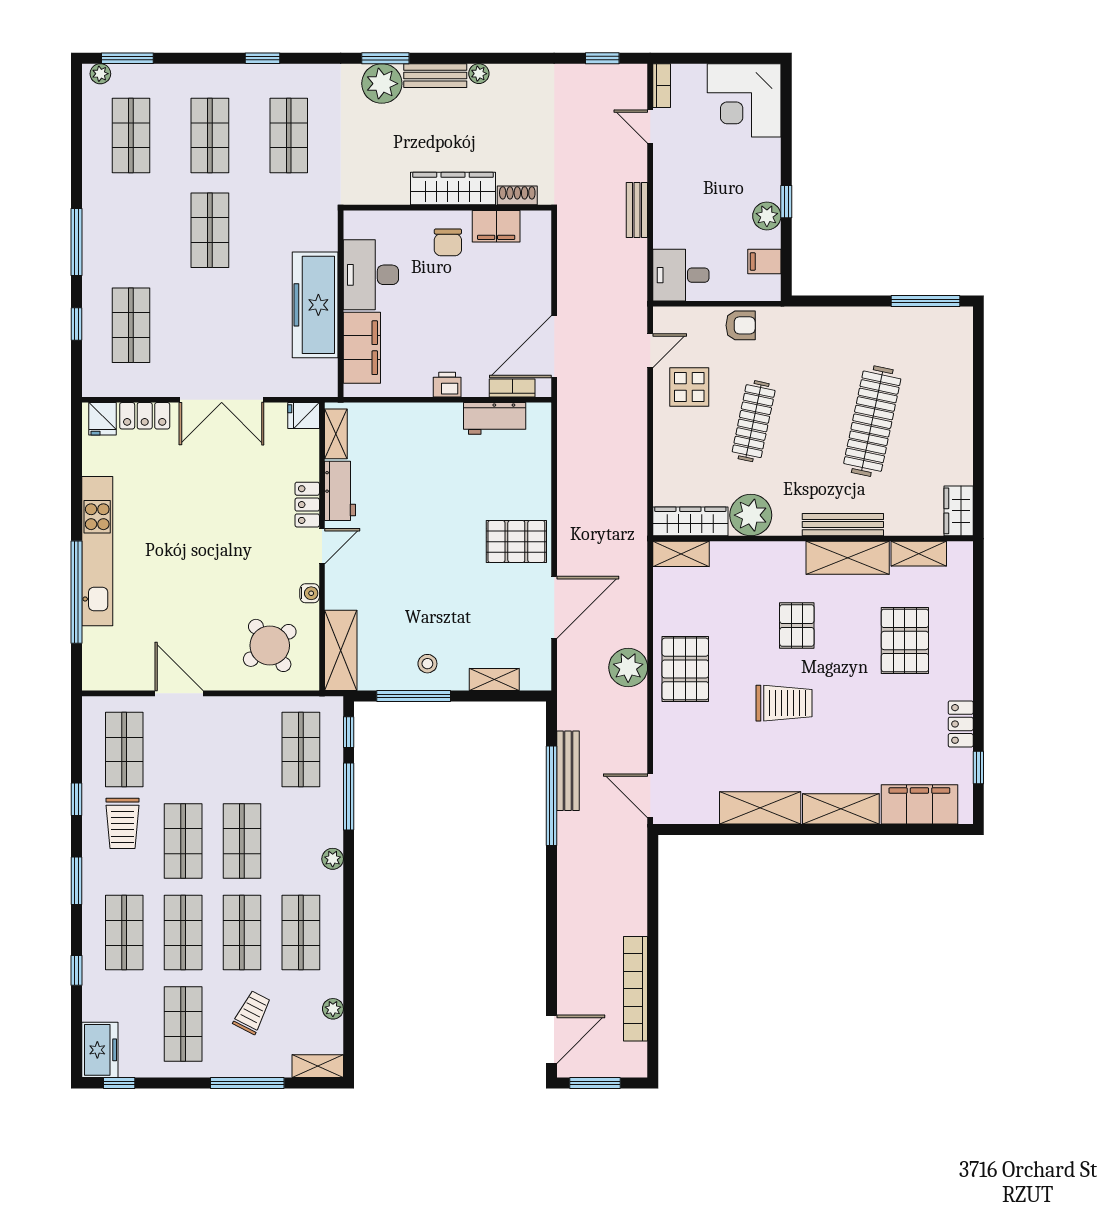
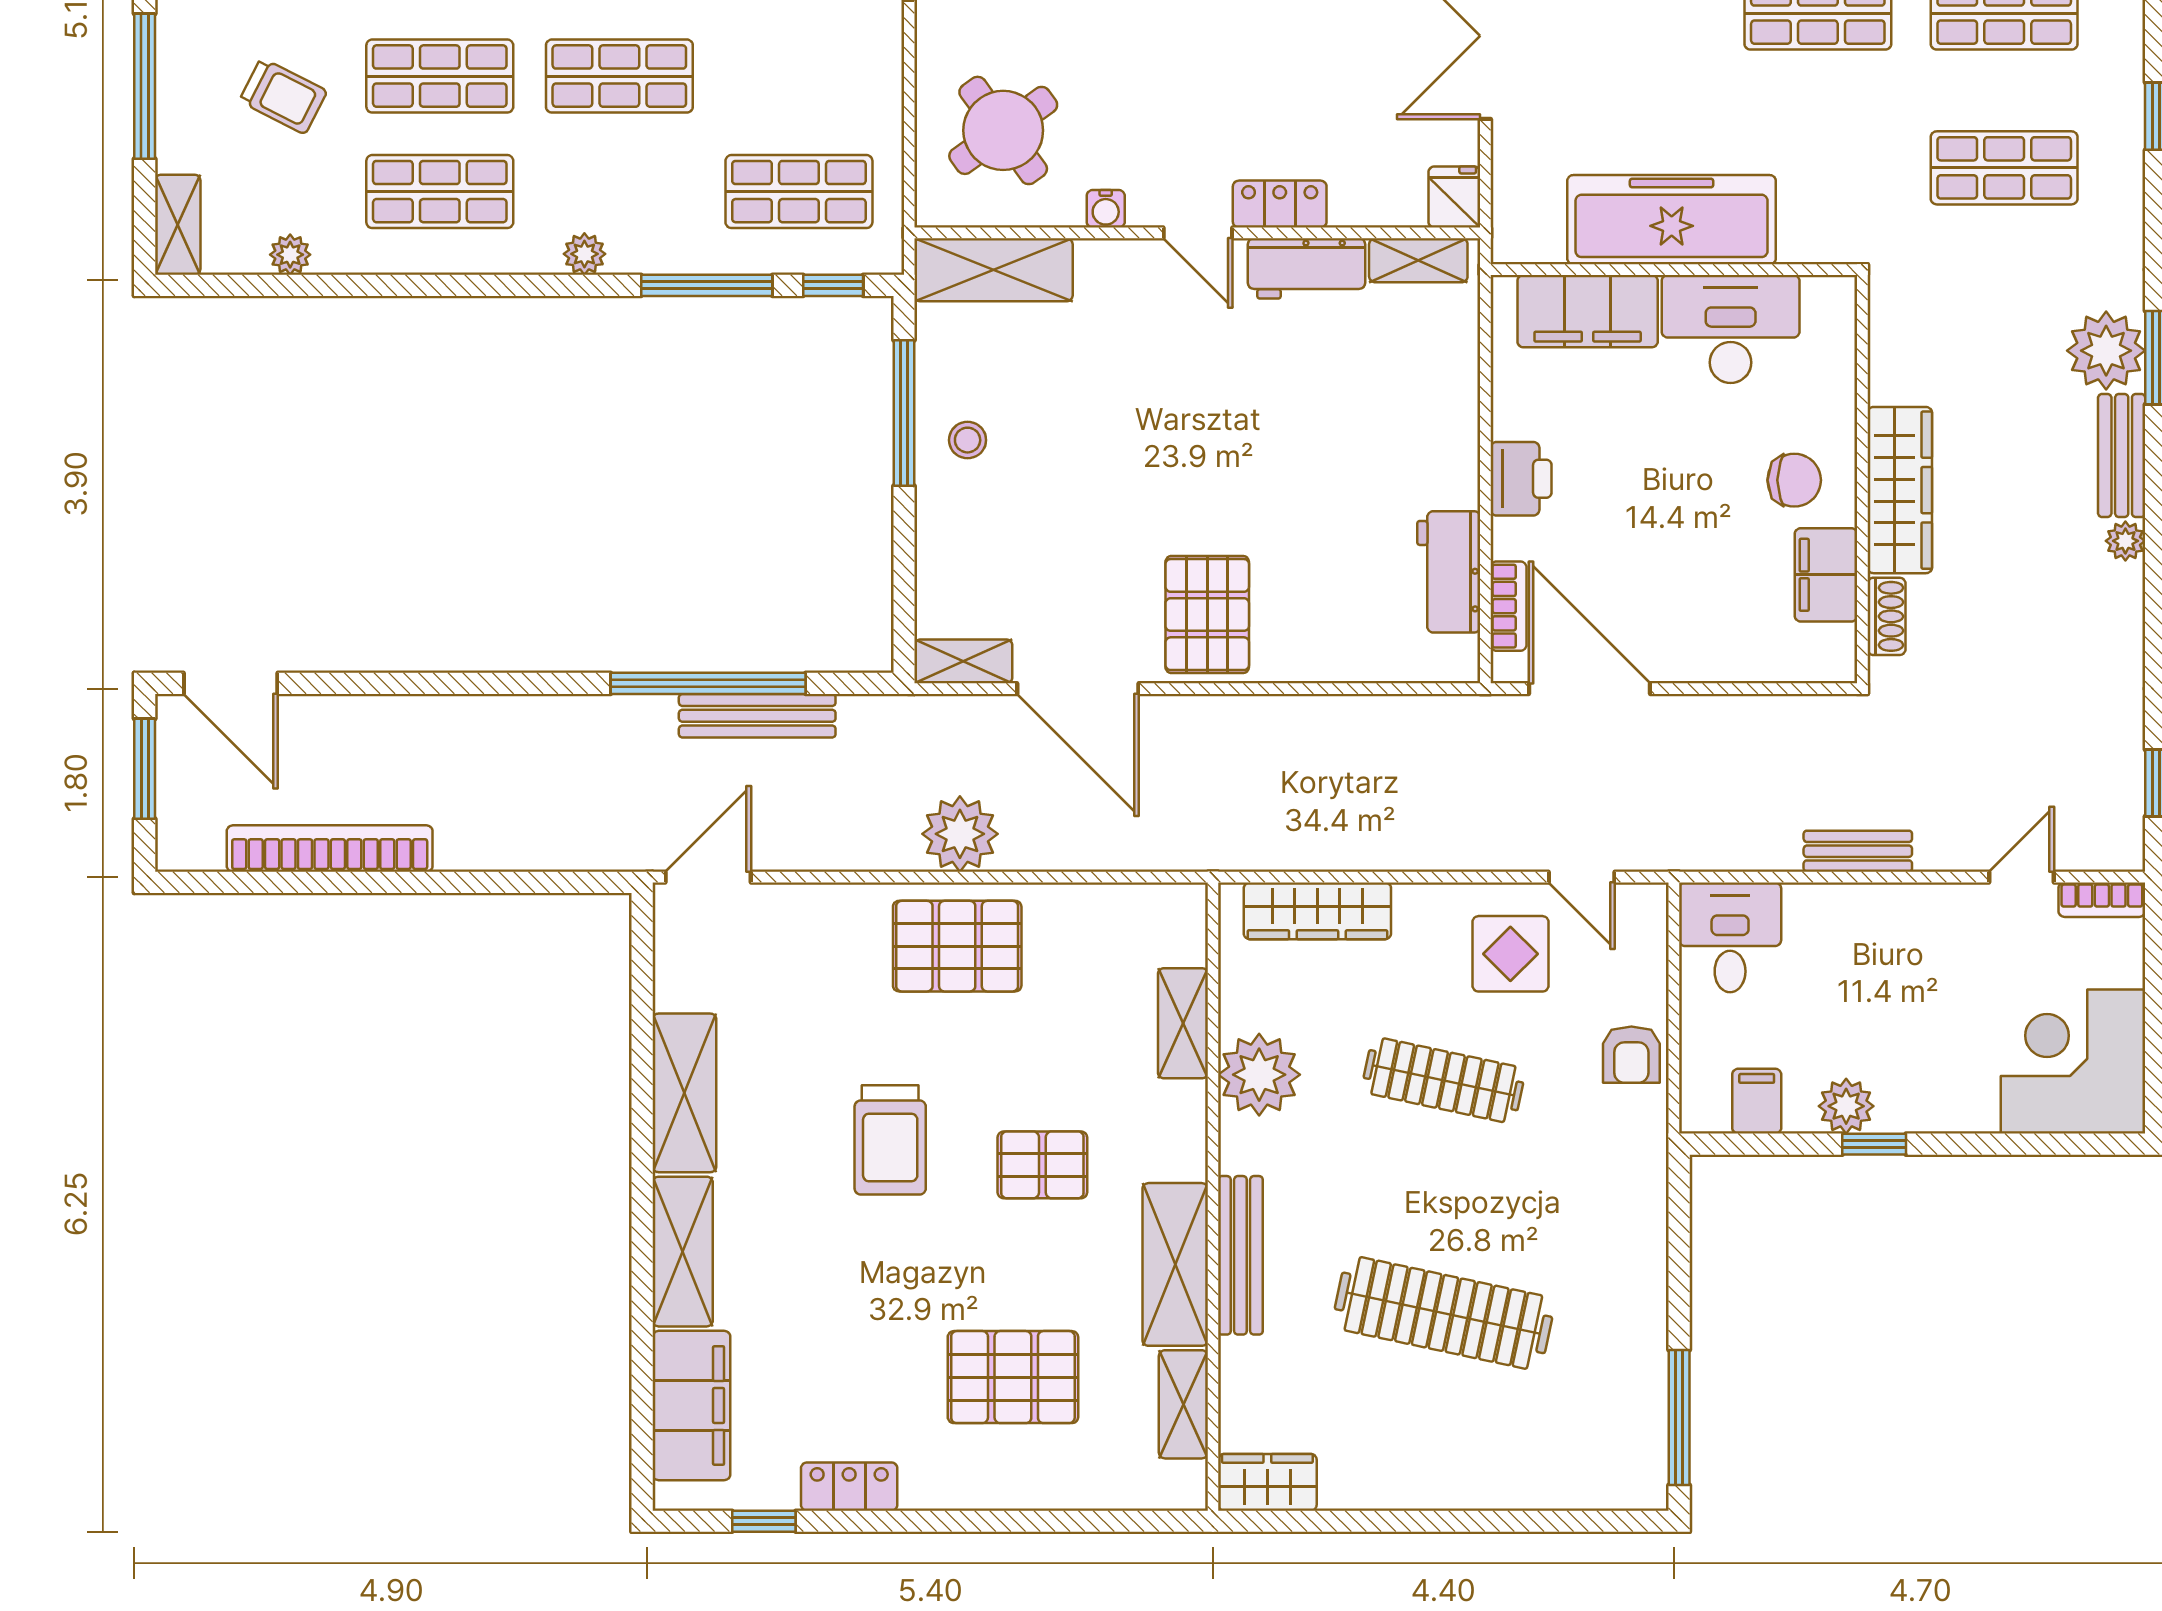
chair: (448, 242) -> (1794, 480), turned 180
printer: (447, 385) -> (1521, 479), width x1.36, depth x1.24
wardrobe: (690, 521) -> (1317, 911), moved, turned 90
shelving: (681, 554) -> (1183, 1023), moved
shelving: (494, 679) -> (963, 661), moved, turned 90

